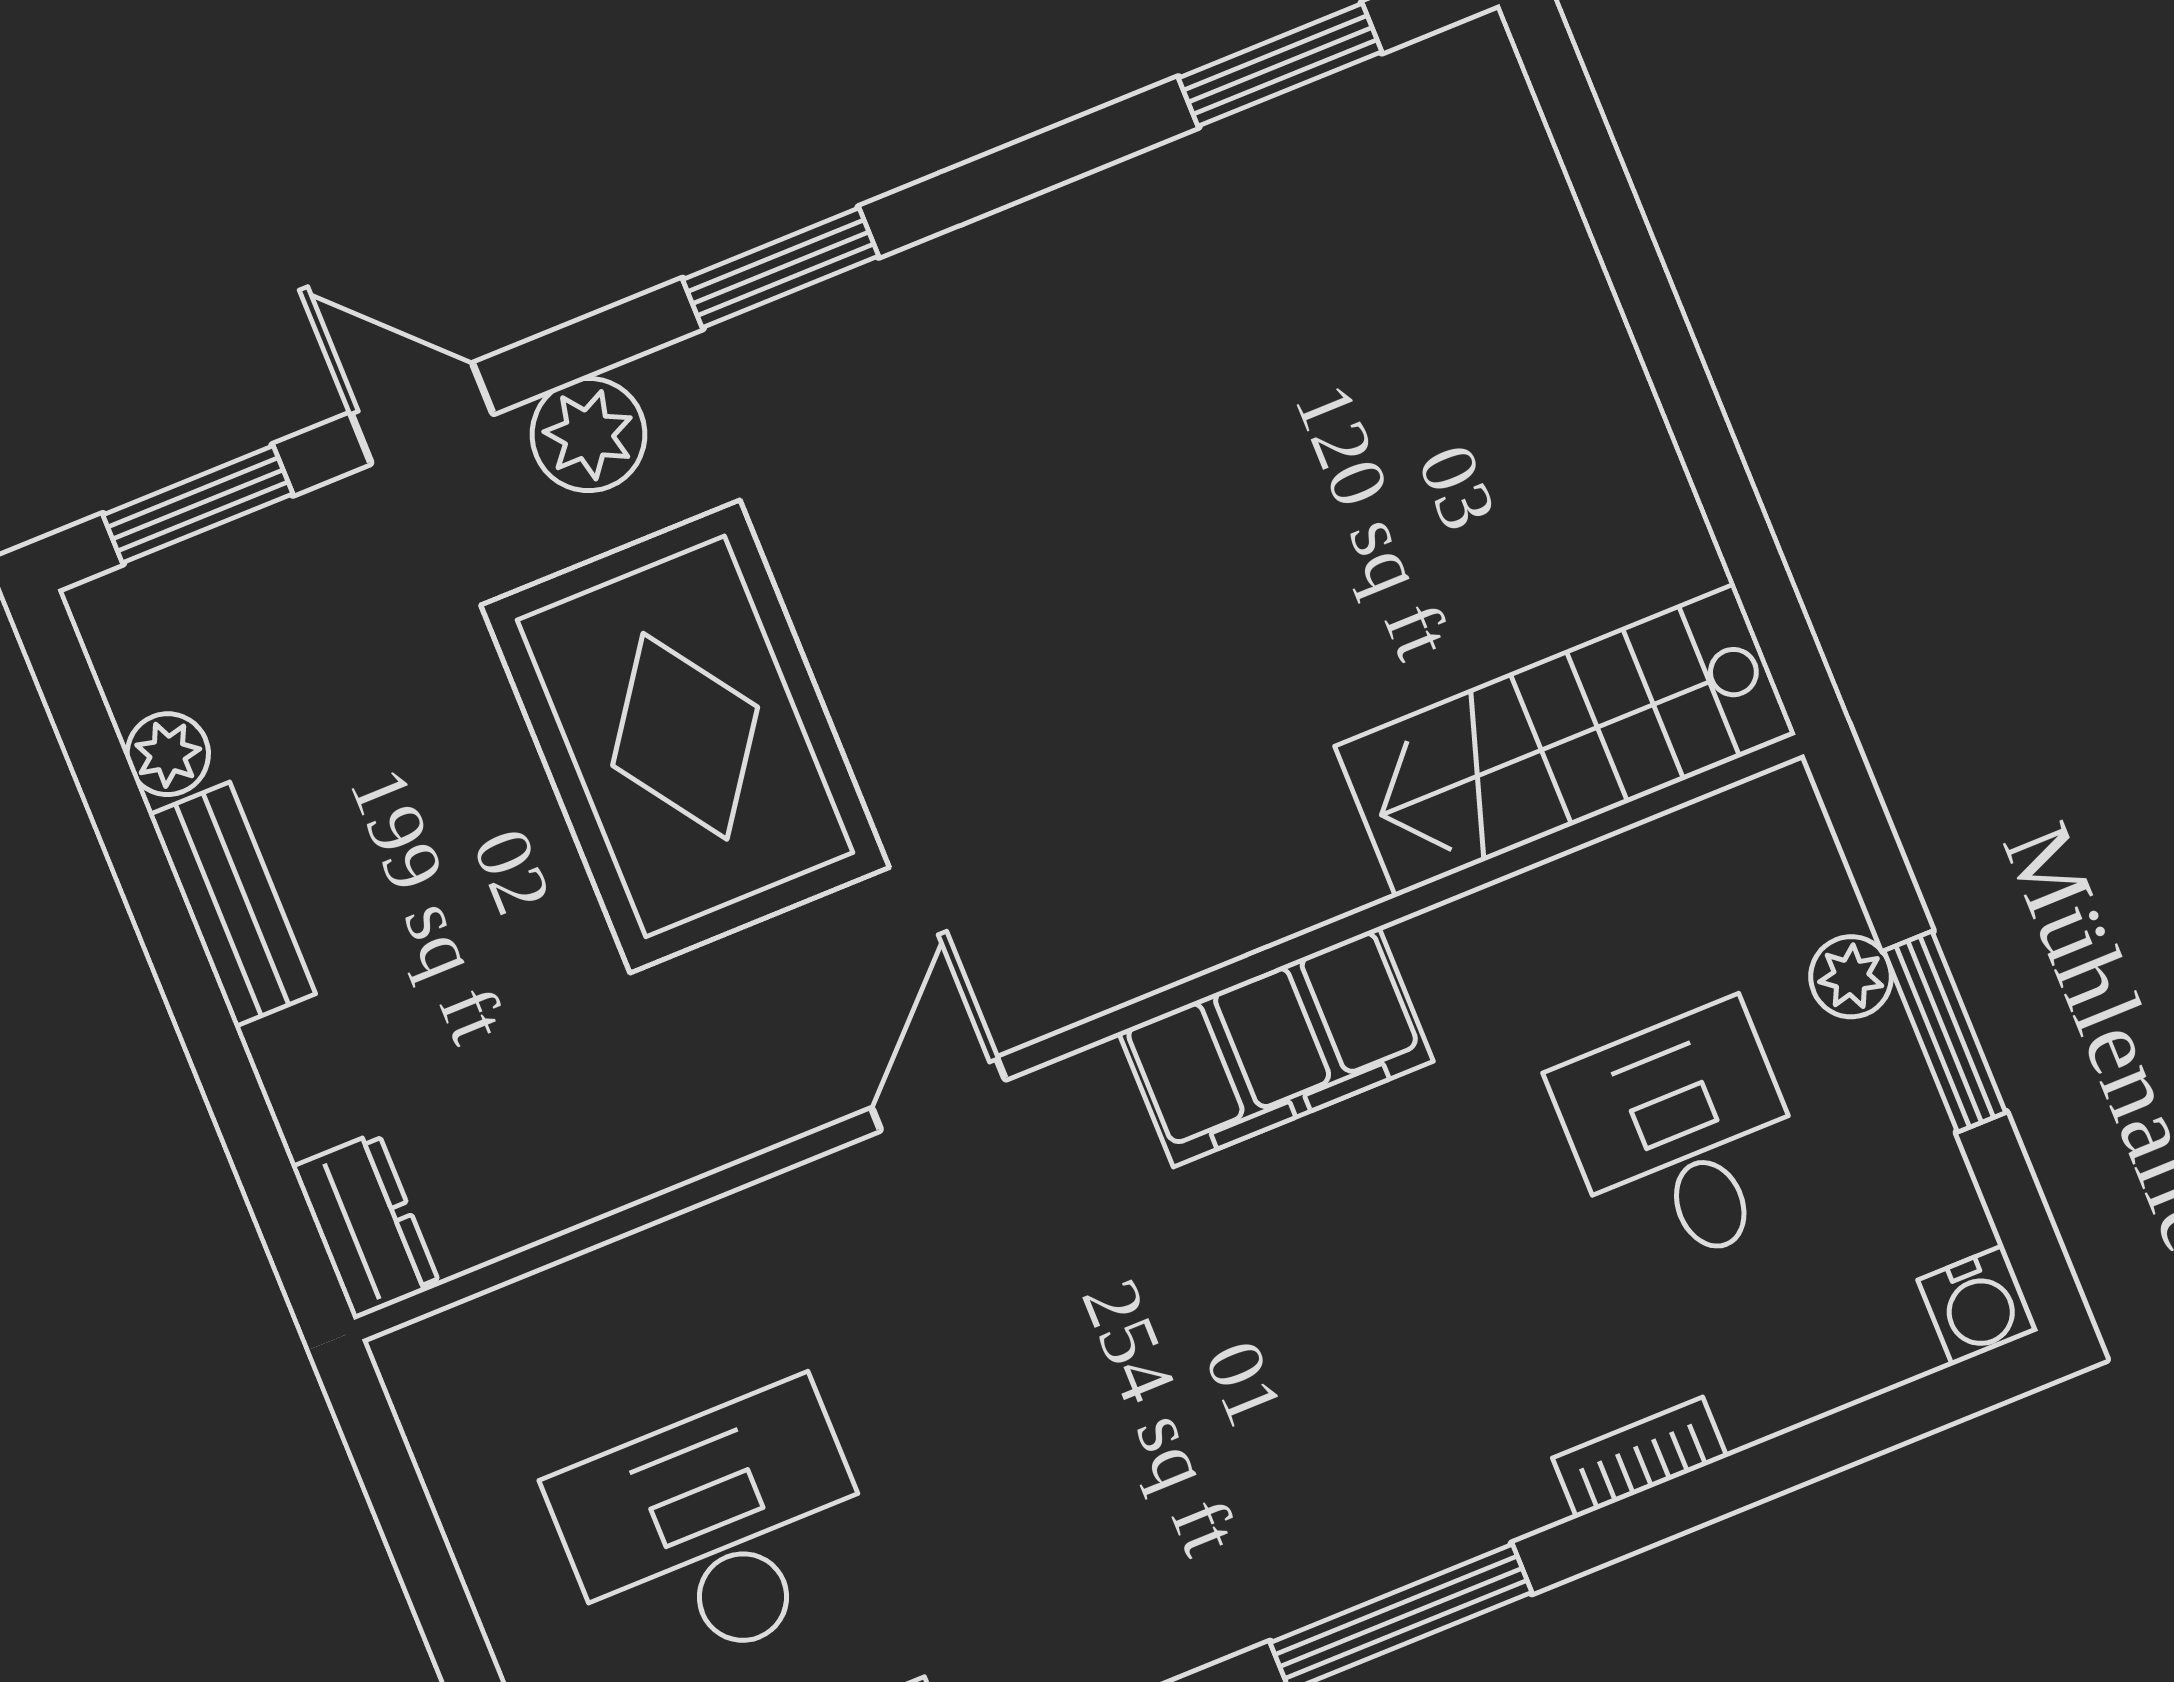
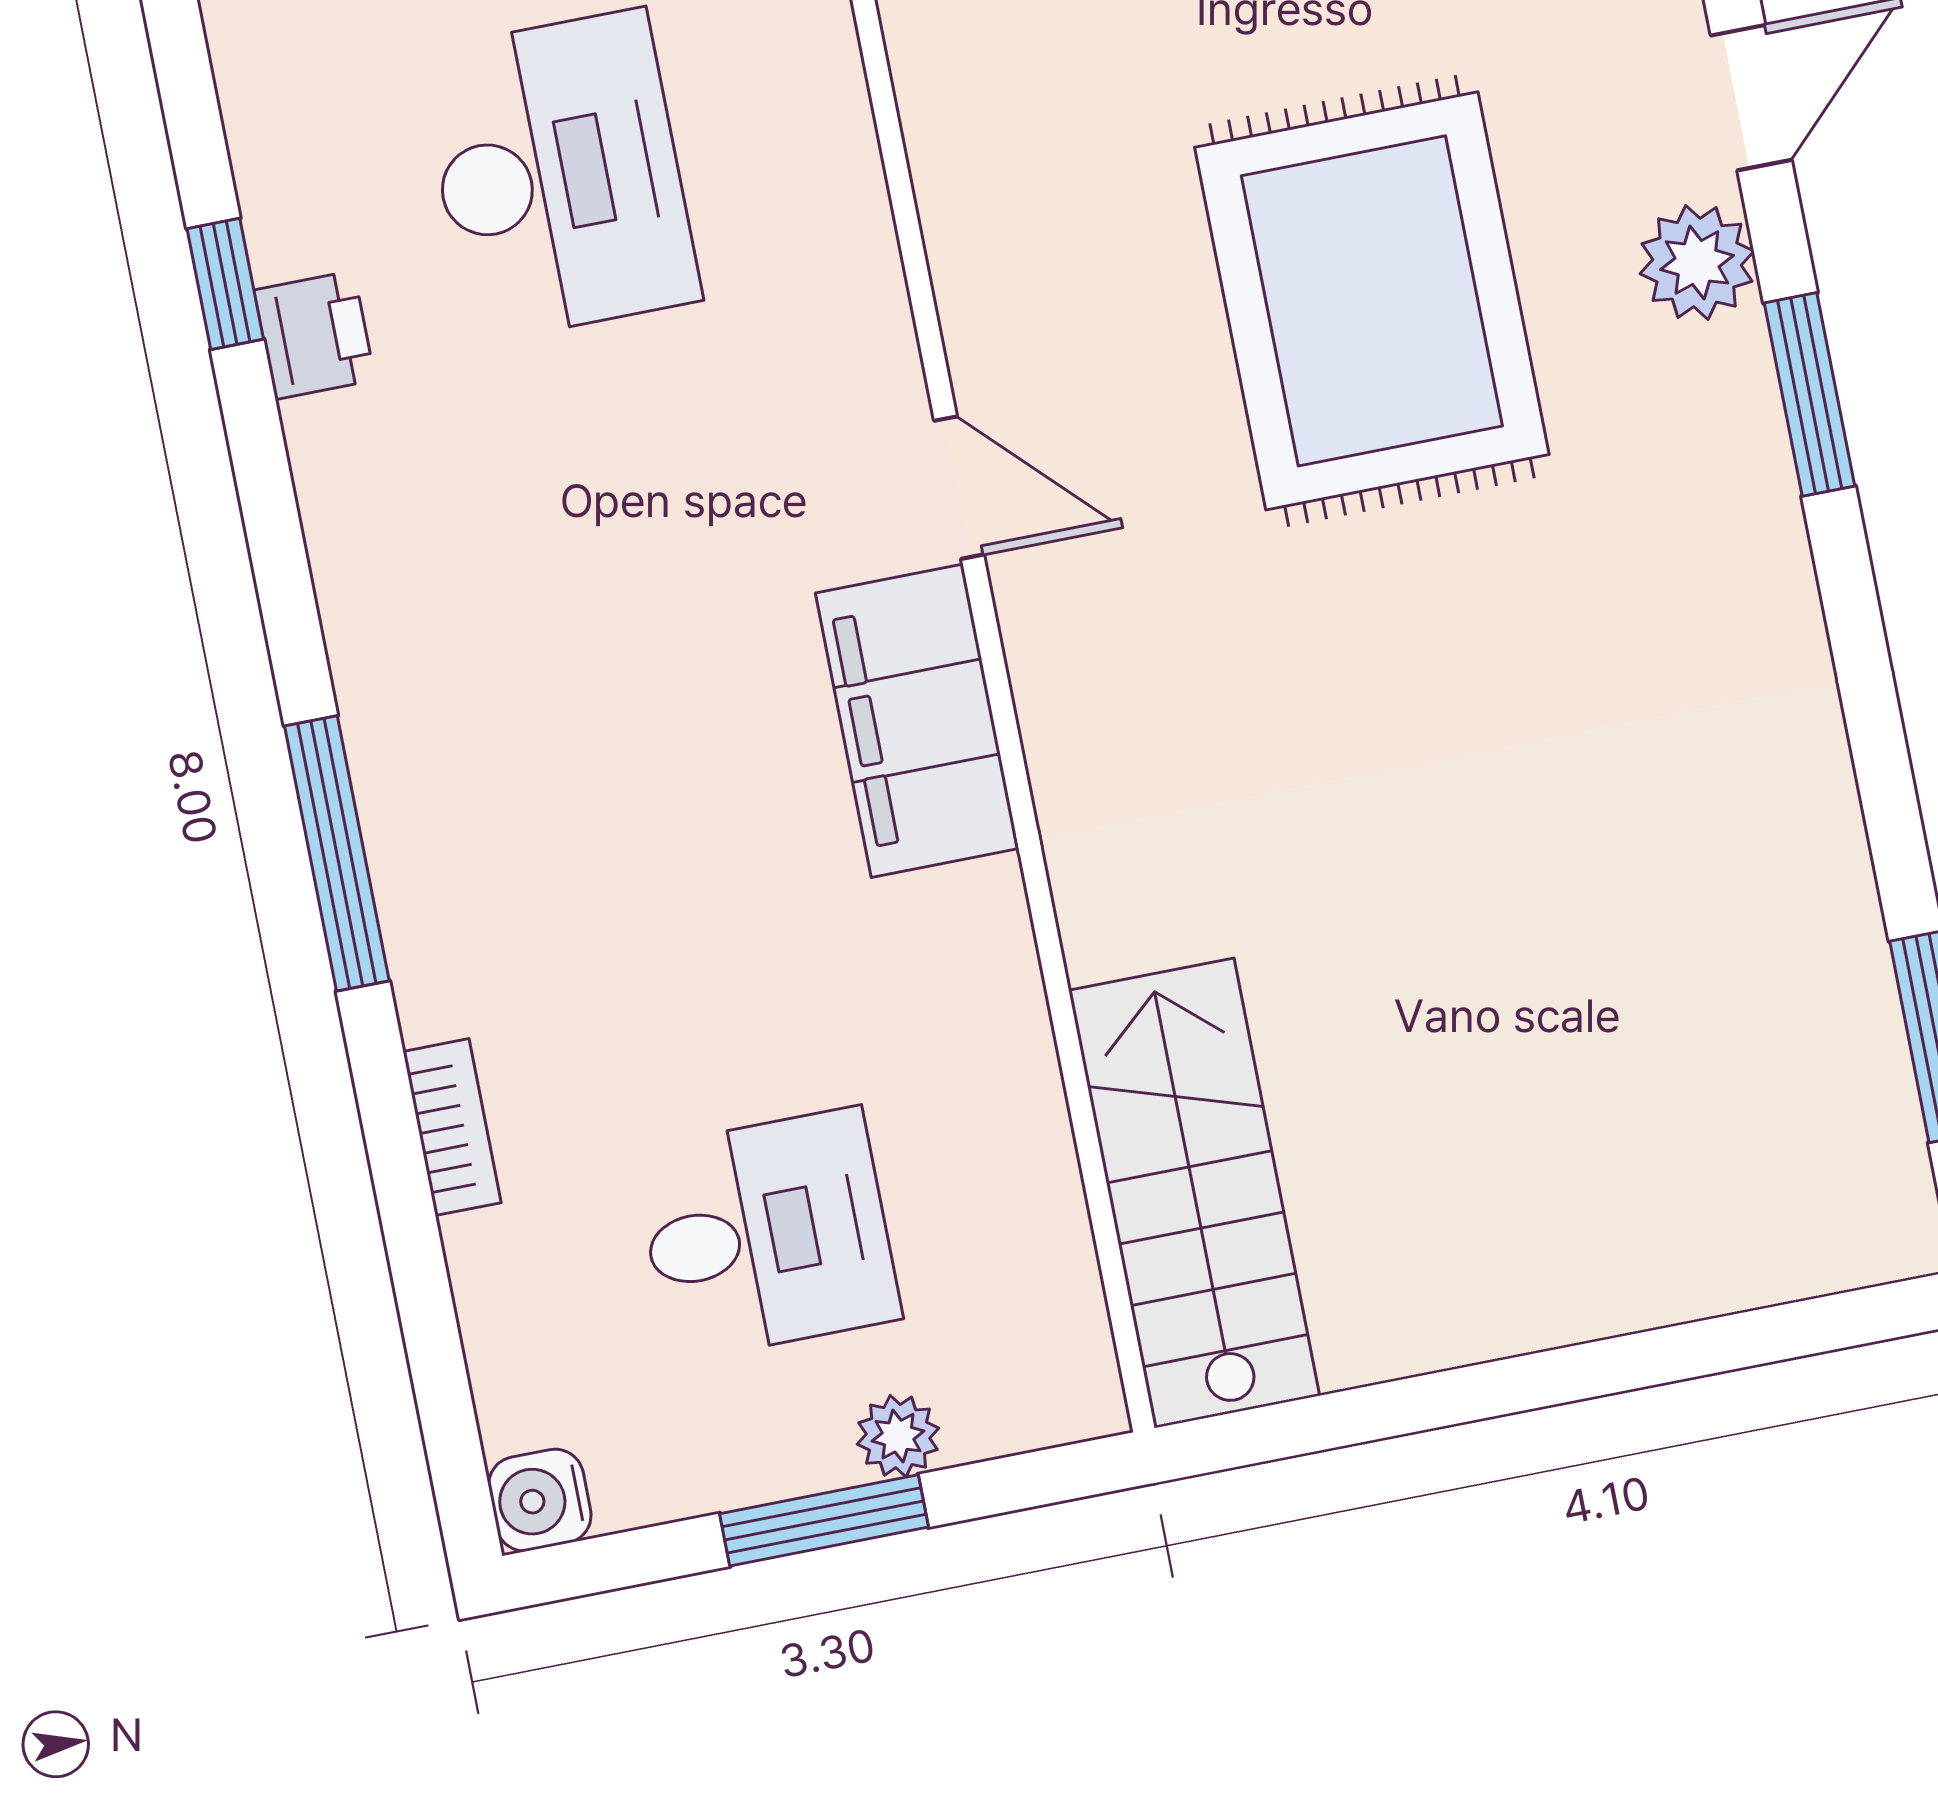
window: (781, 268) -> (1810, 394), moved
rug: (685, 736) -> (1372, 301), turned 90
filing cabinet: (1276, 1047) -> (917, 721), moved

